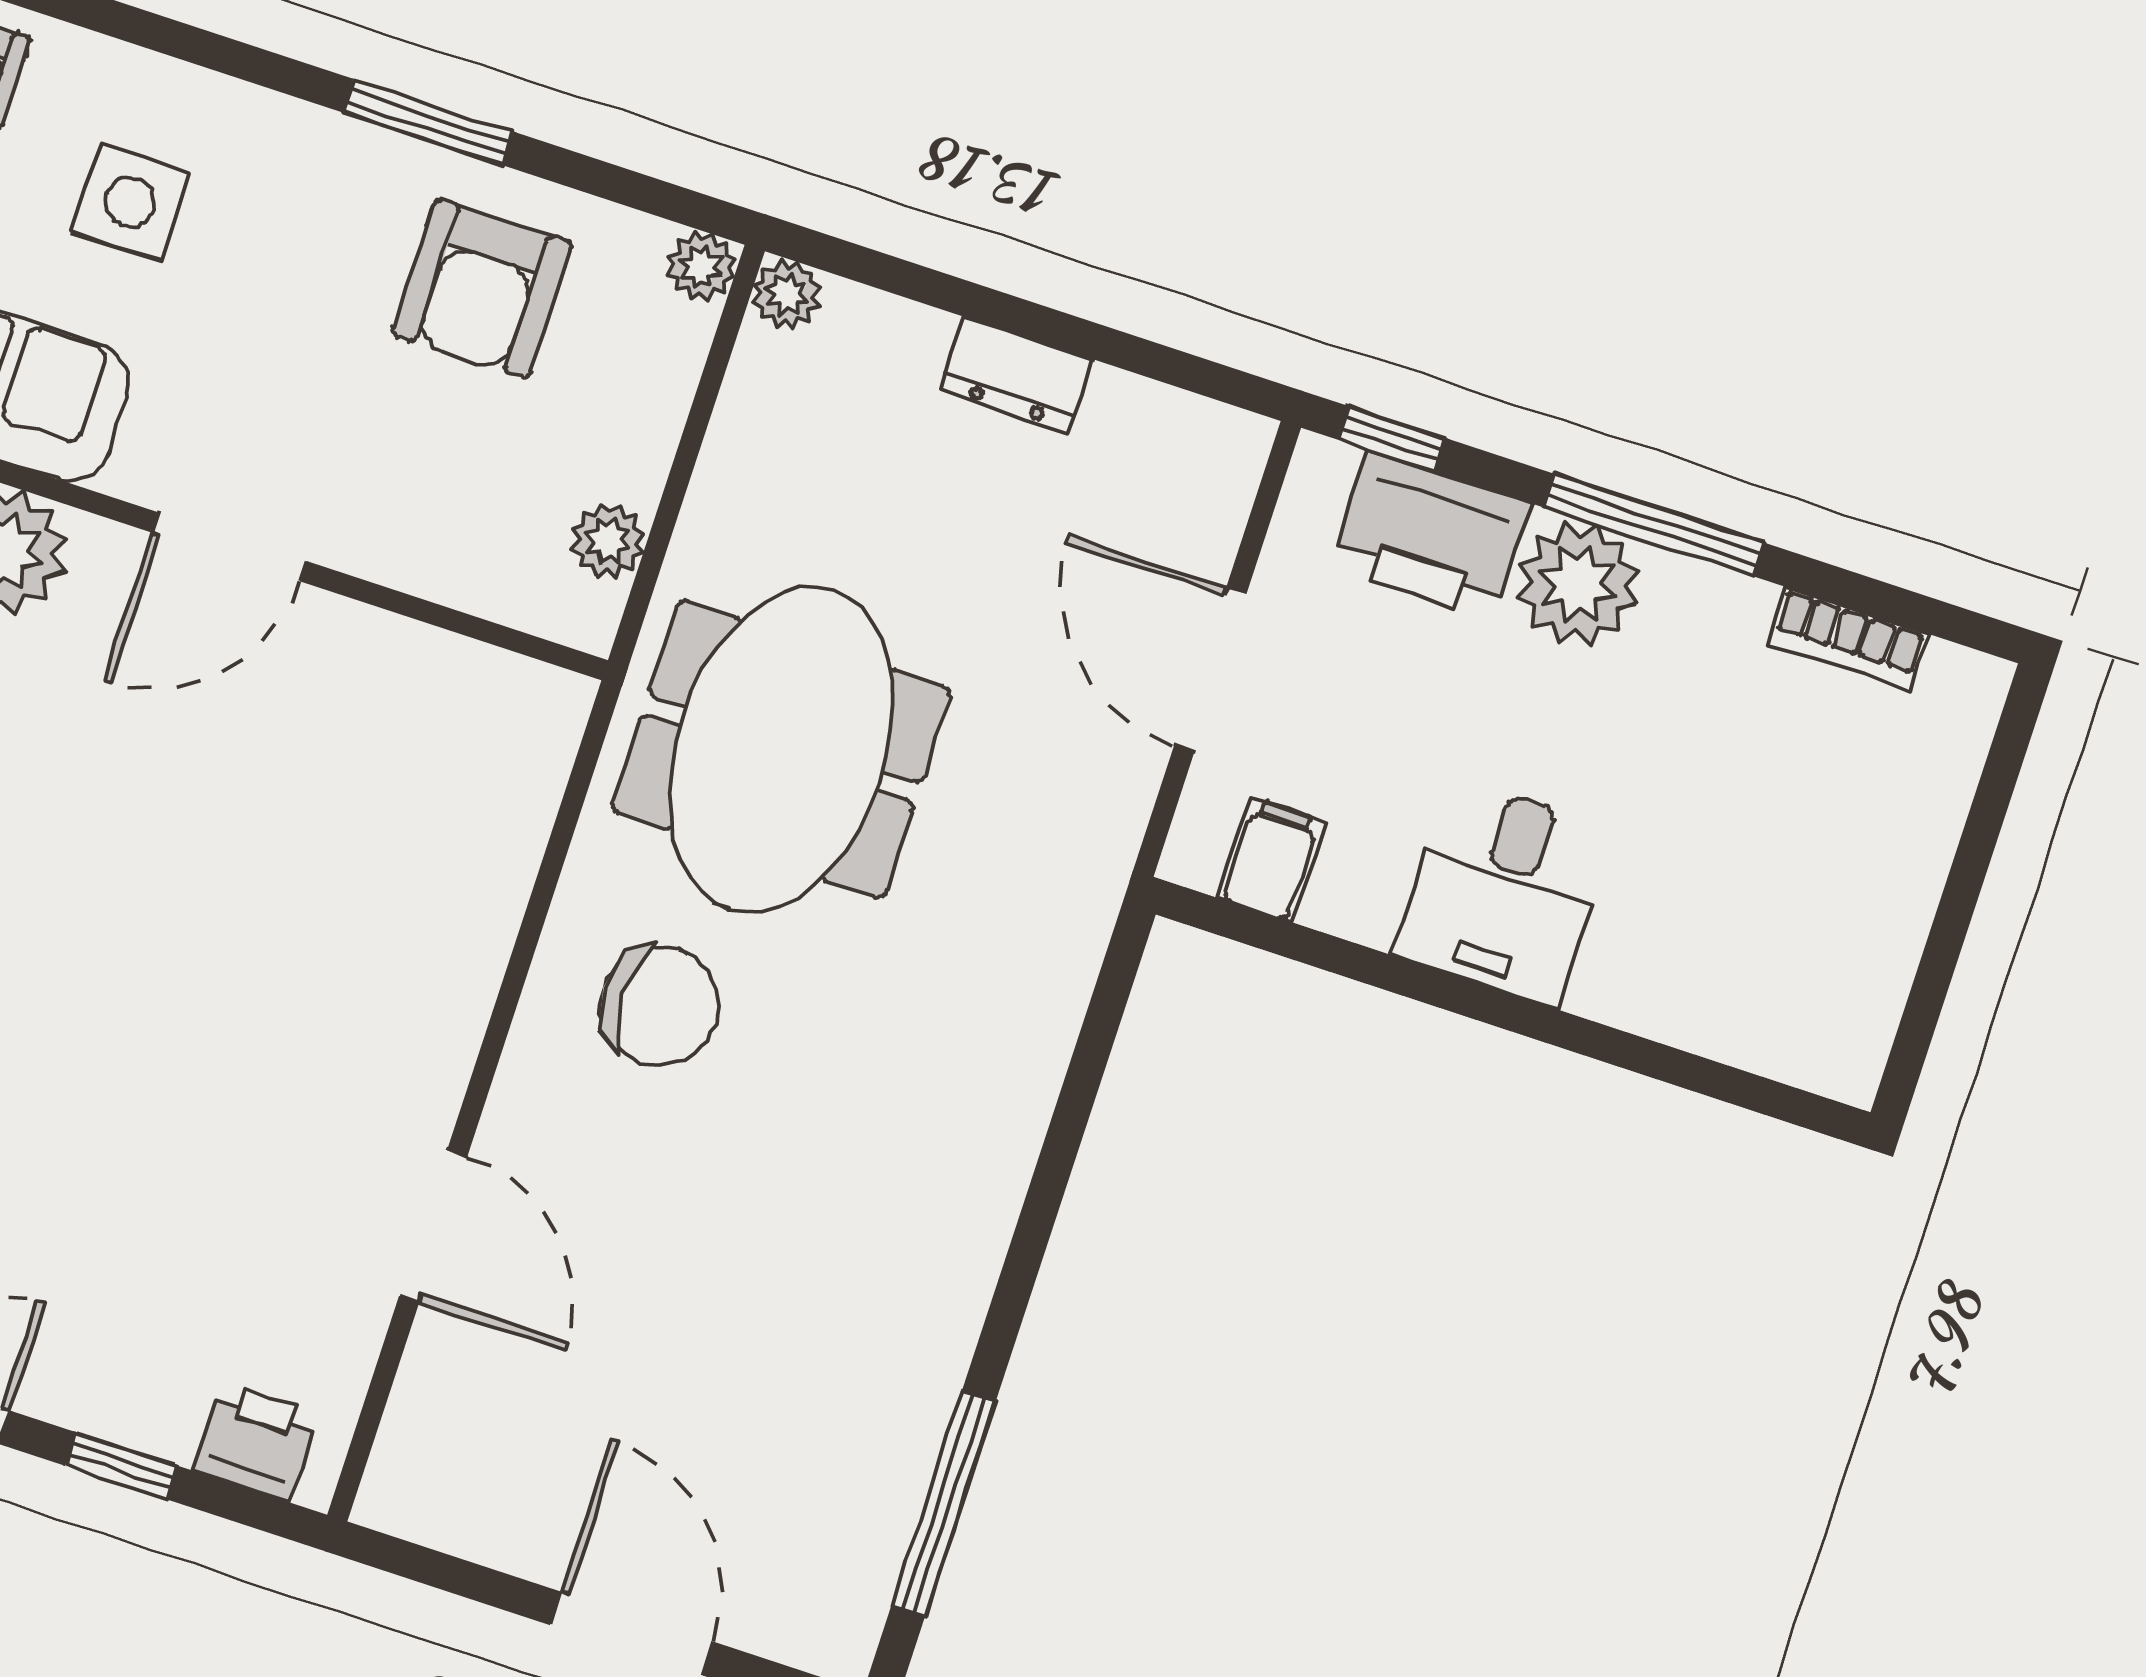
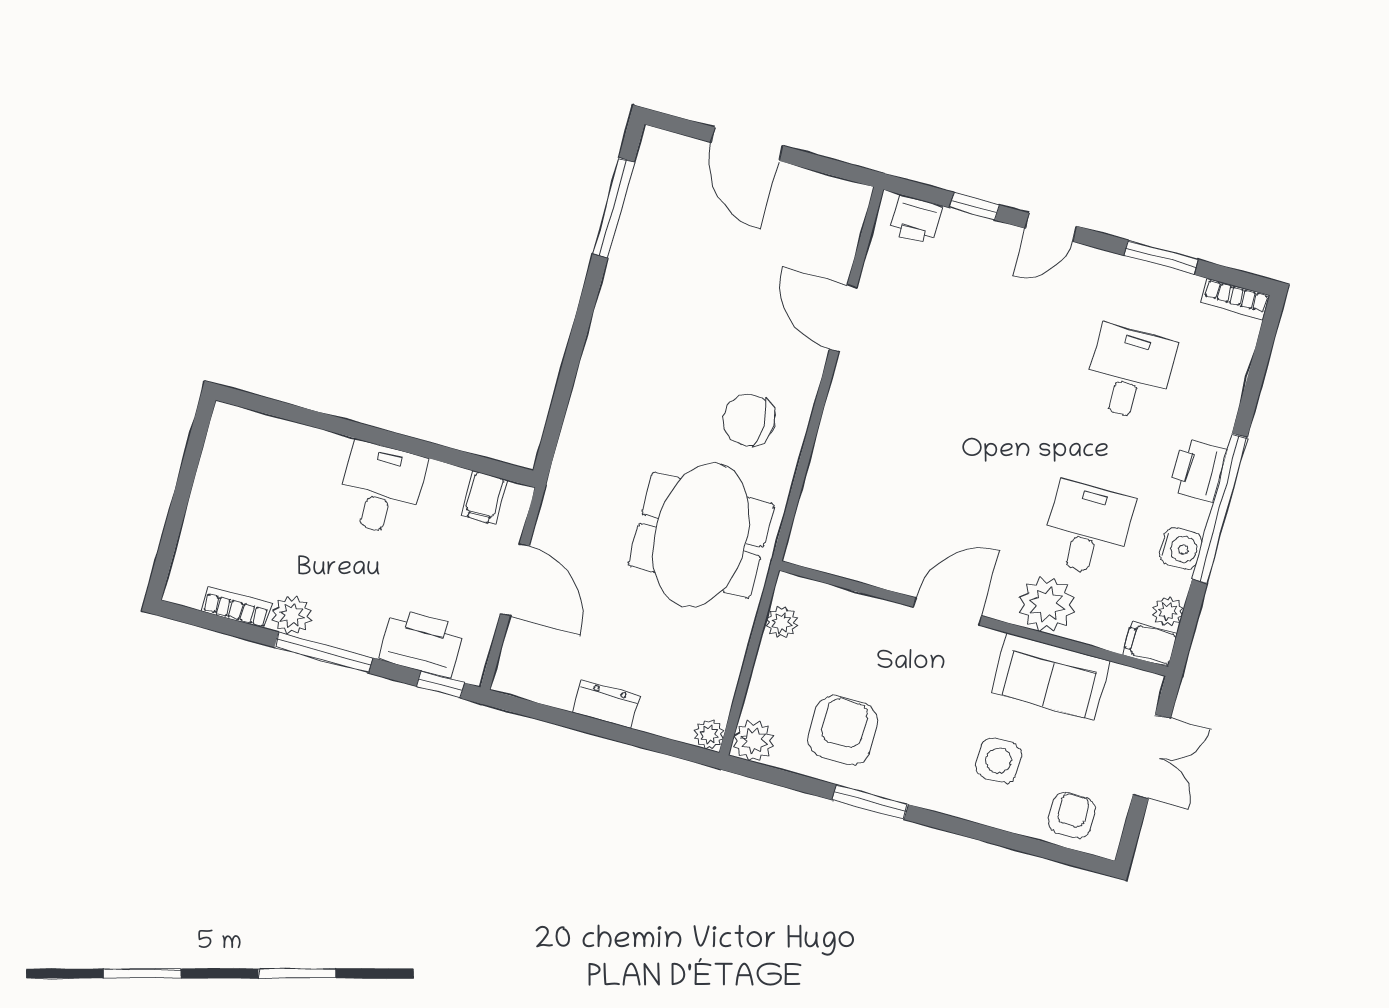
plant: (701, 267) -> (754, 741), width x1.38, depth x1.38
plant: (1578, 584) -> (292, 615), moved, width x0.73, depth x0.73

